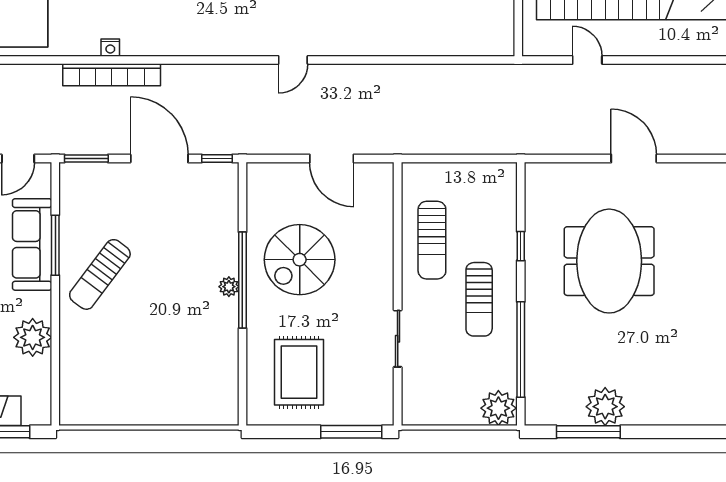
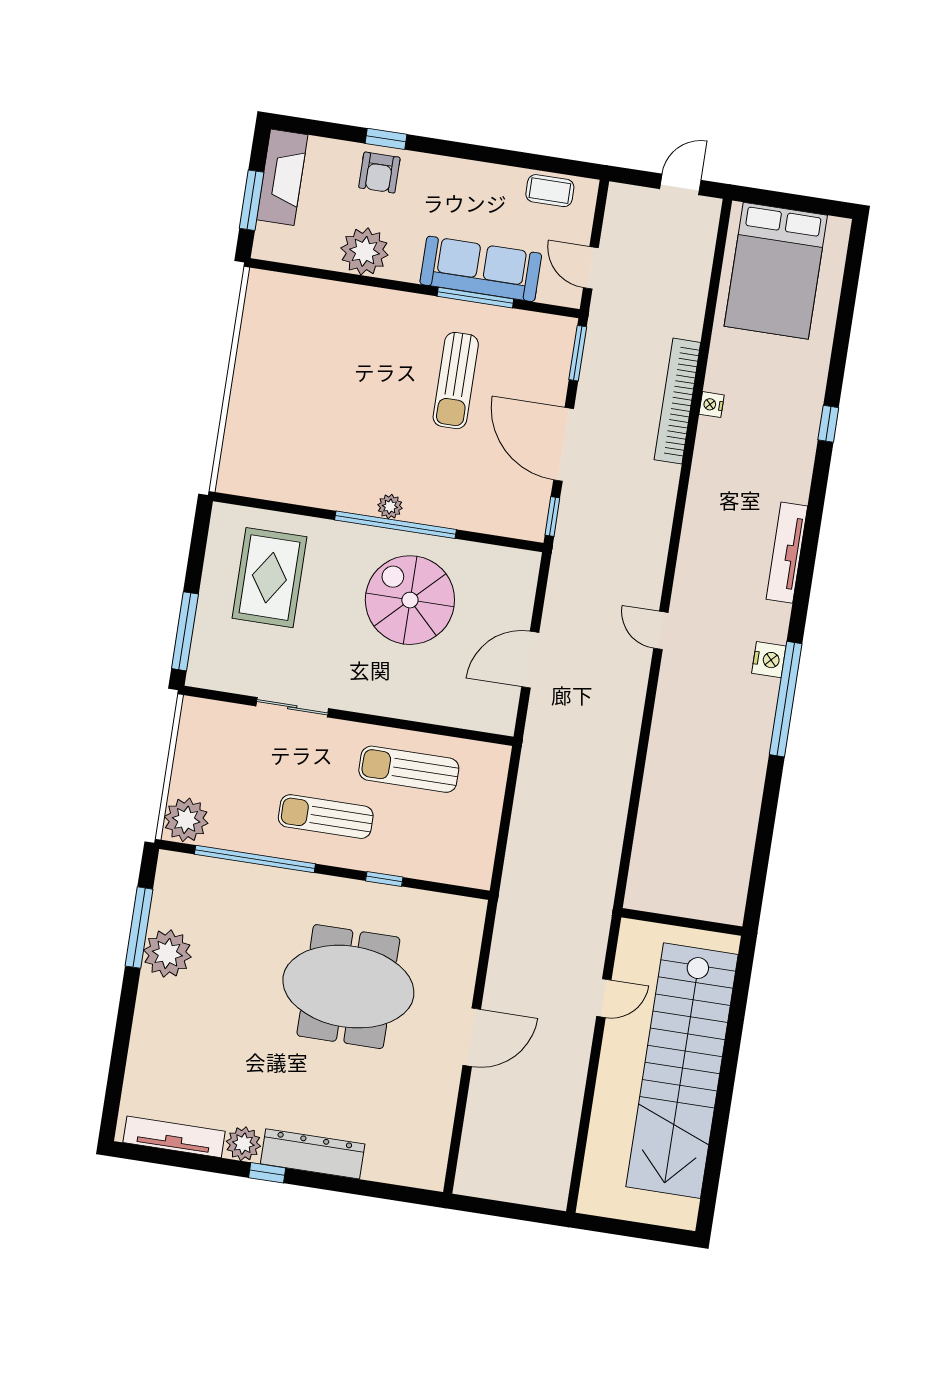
door: (159, 158) -> (564, 444), swing flipped
sun lounger: (100, 274) -> (456, 381), moved, turned -127
rug: (299, 372) -> (269, 578), turned 90

